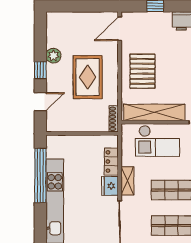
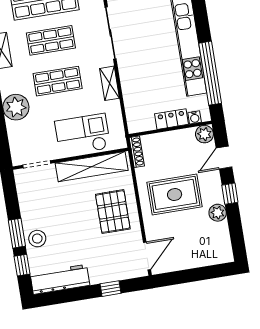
rug: (88, 77) -> (175, 194), turned 90
plant: (54, 124) -> (204, 134), added
water cooler: (60, 140) -> (195, 117), added
locker: (111, 161) -> (171, 119), moved, turned -90
fridge: (110, 186) -> (129, 74), removed

